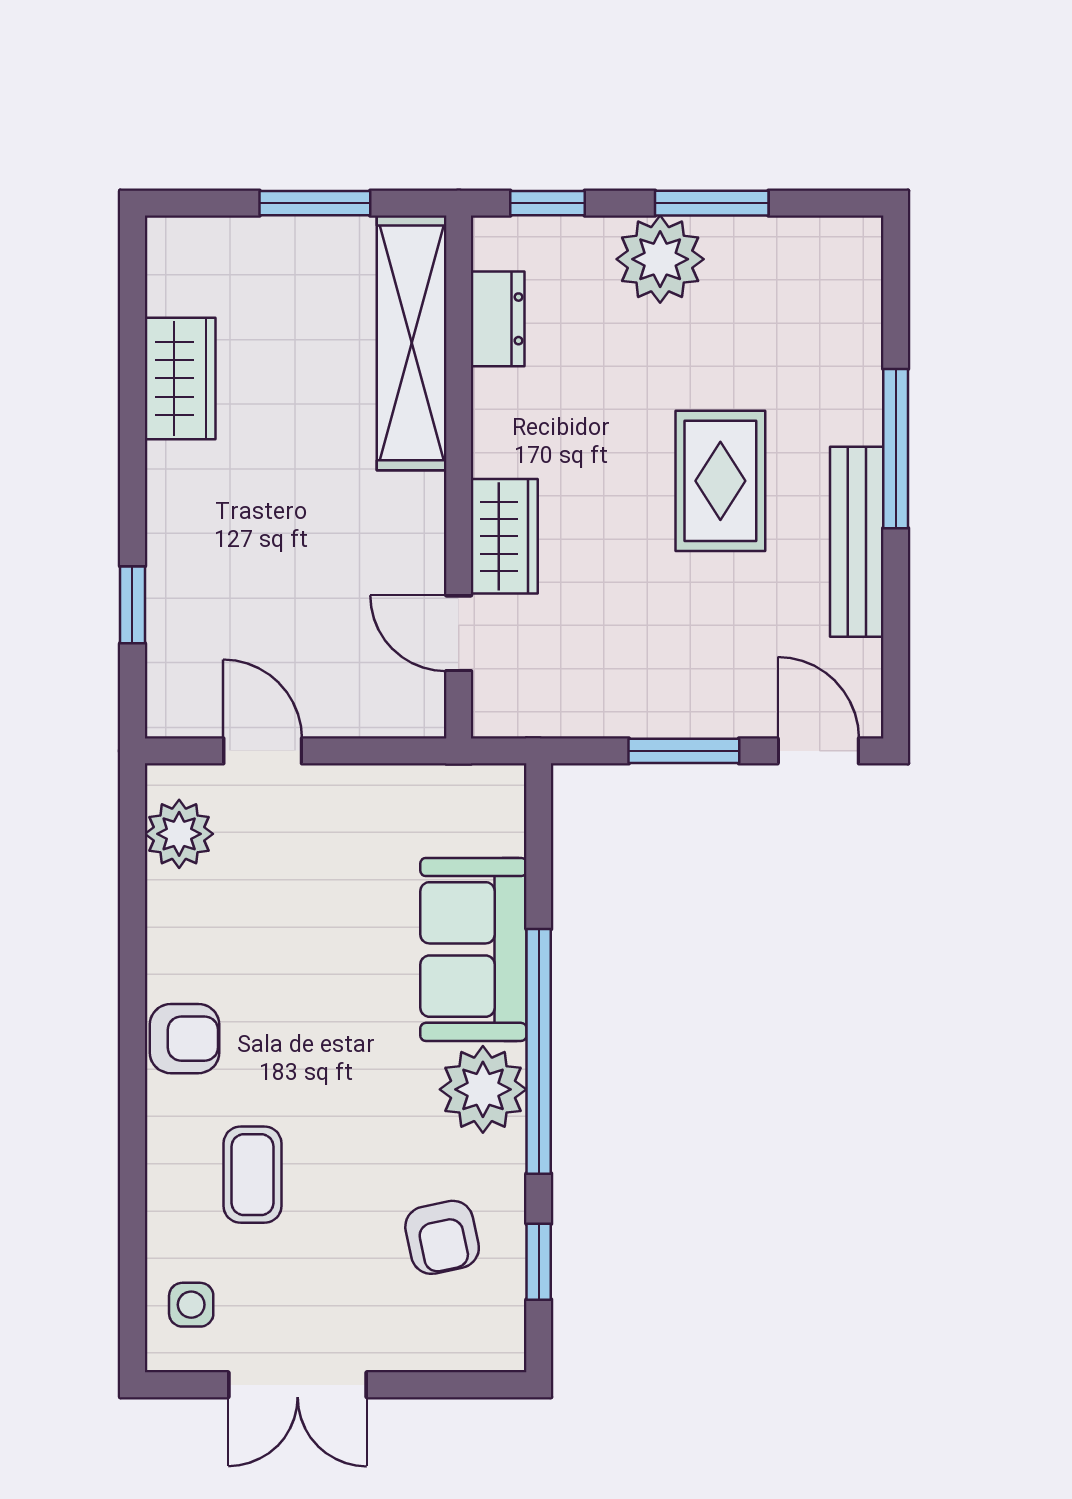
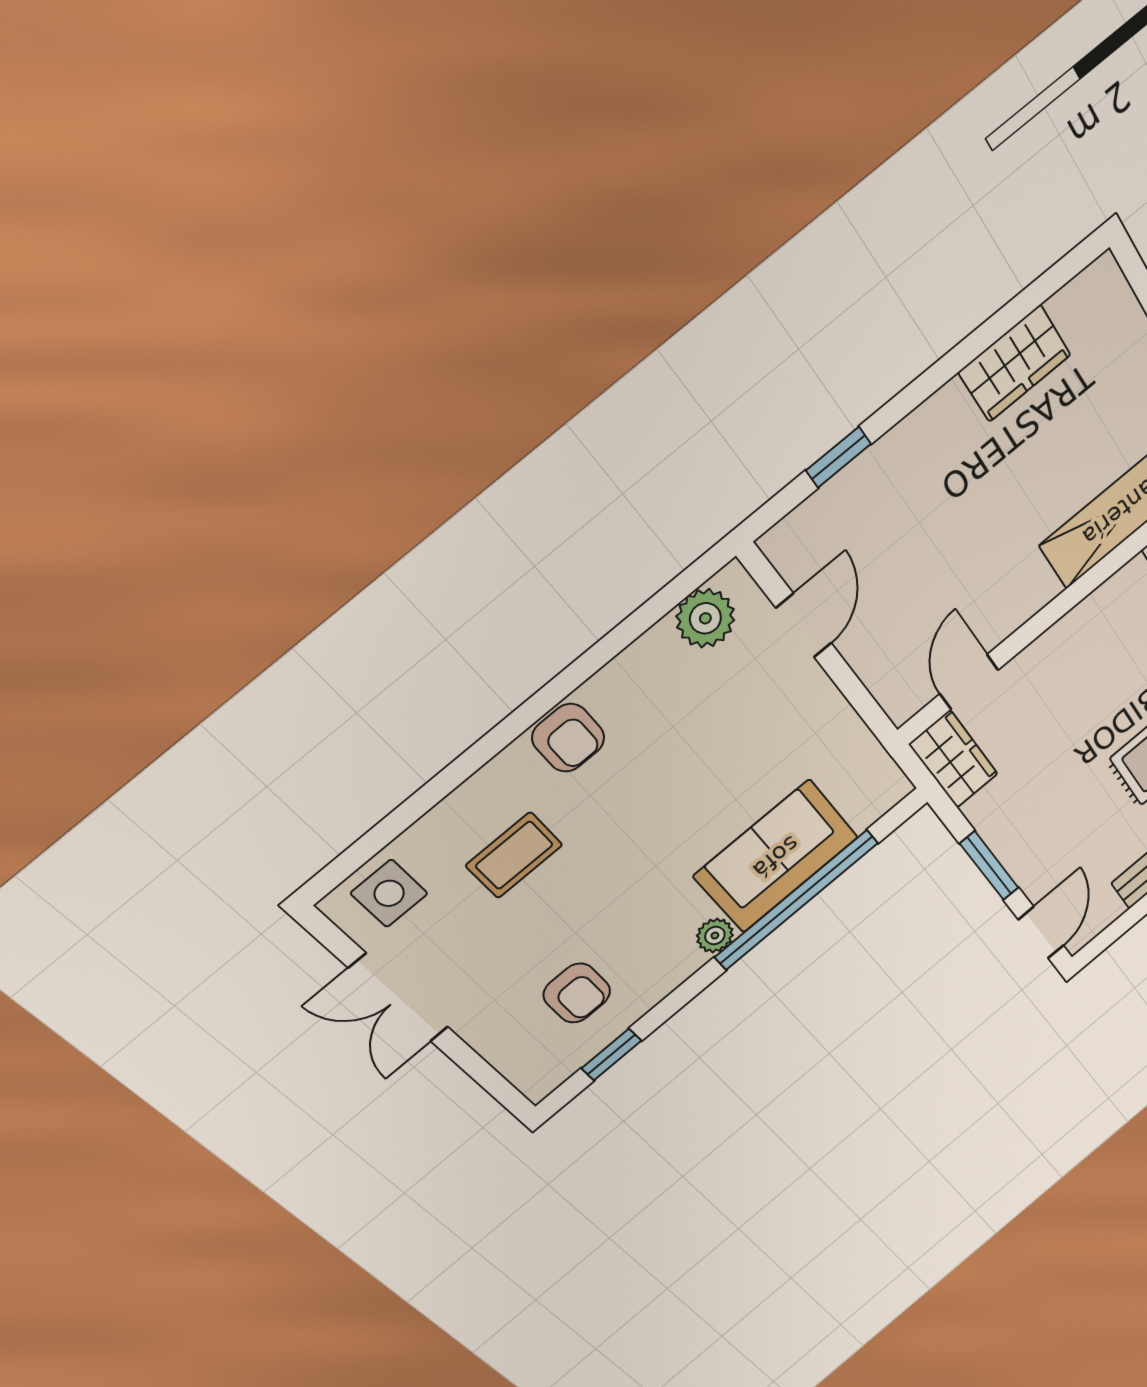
wardrobe: (504, 536) -> (954, 759), moved, turned -90
window: (539, 1051) -> (796, 900), moved
plant: (483, 1089) -> (715, 936), width x0.53, depth x0.53
armchair: (442, 1237) -> (577, 993), turned -78
side table: (191, 1305) -> (389, 893), width x1.37, depth x1.37

